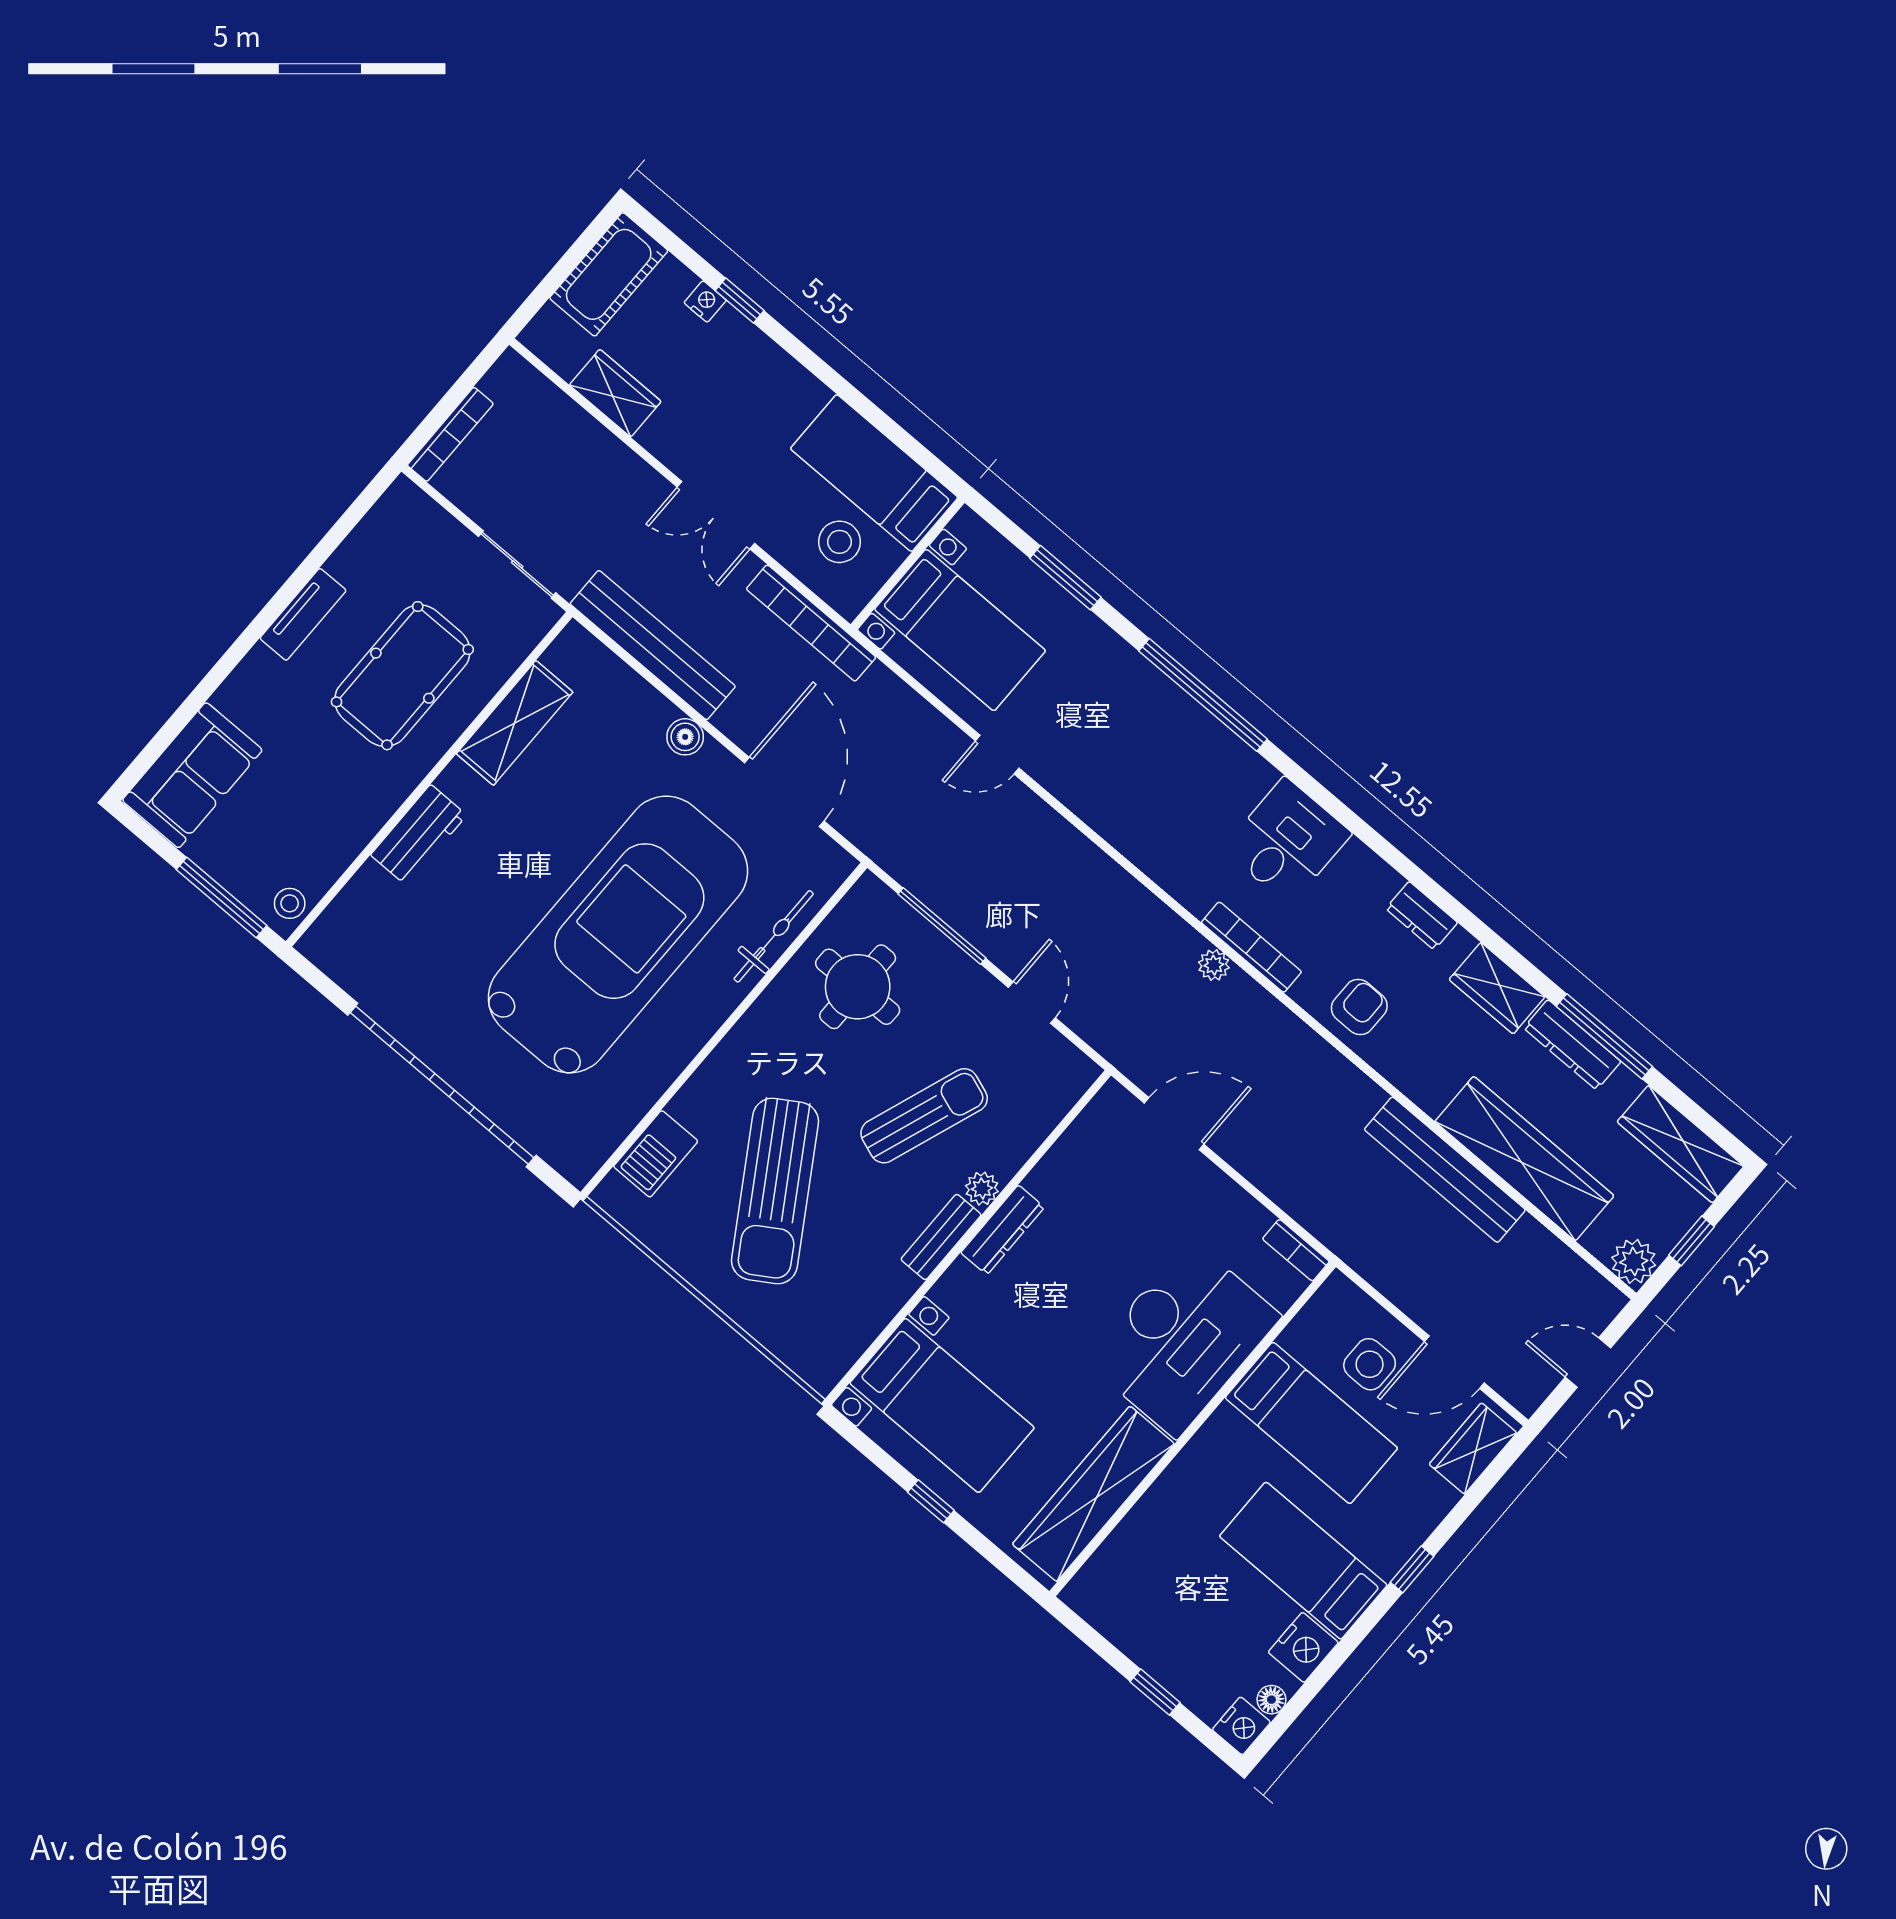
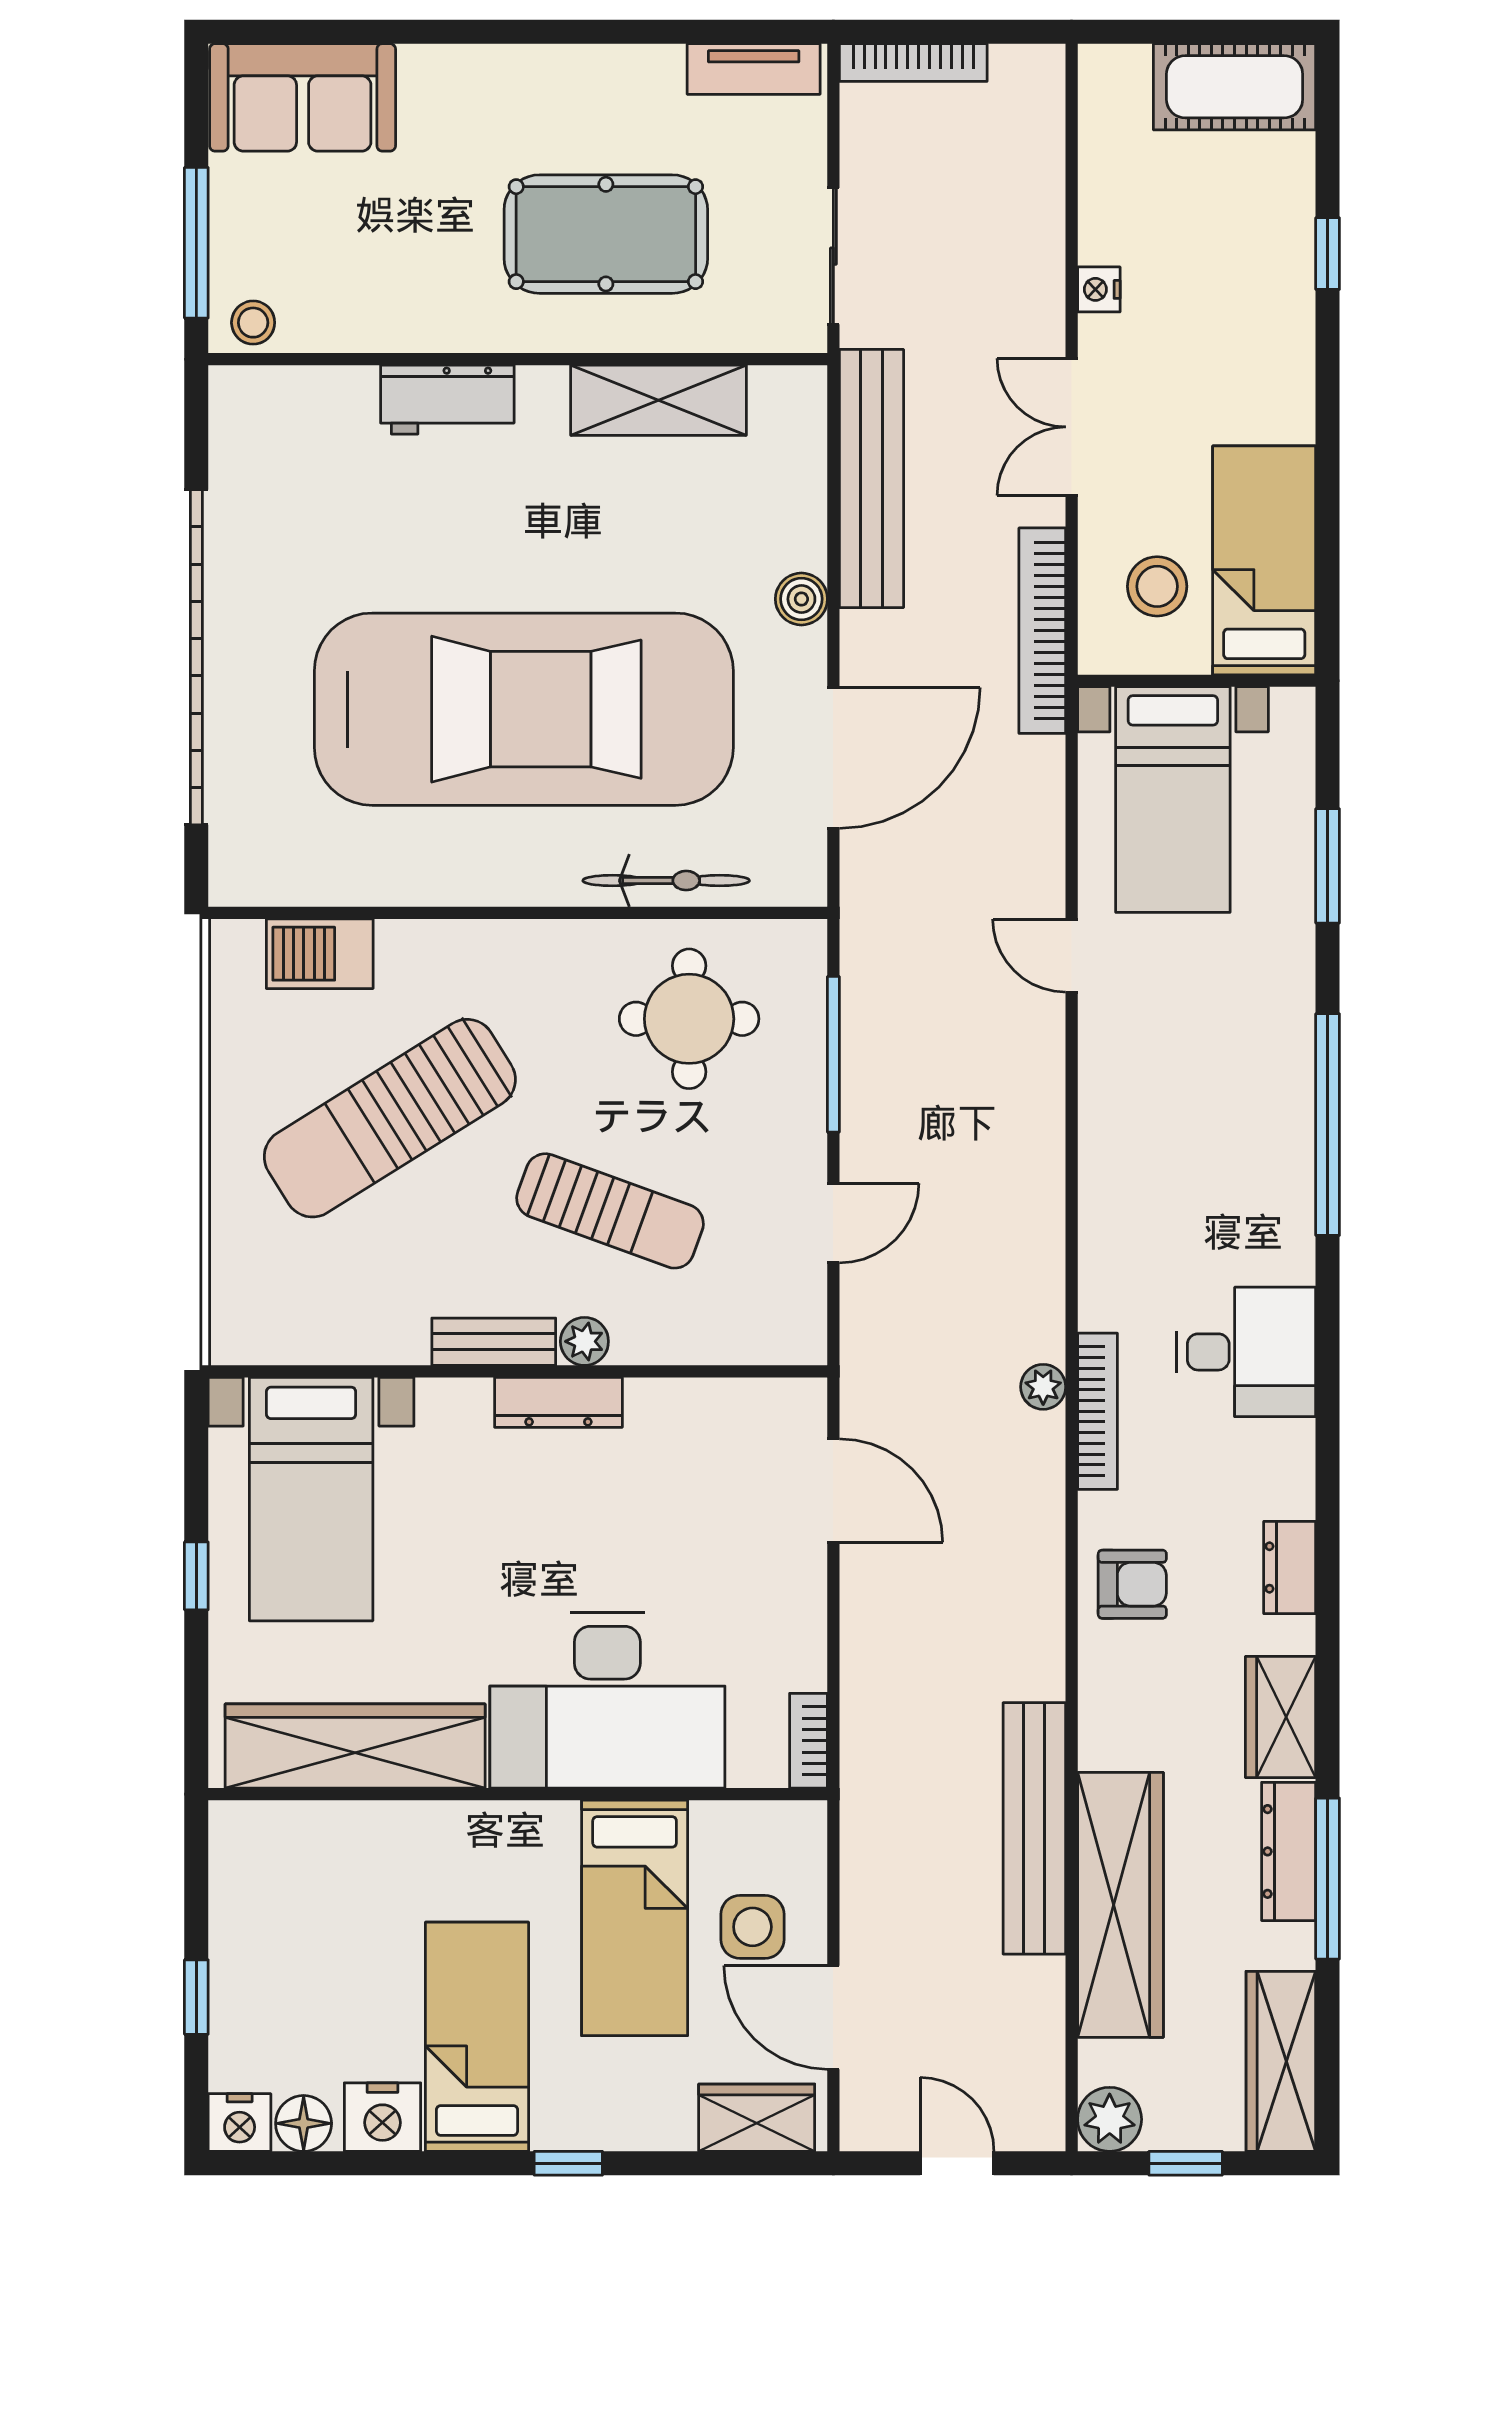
nightstand: (705, 302) -> (1099, 289), moved, turned 180
wardrobe: (615, 393) -> (1111, 204), removed
tv unit: (303, 614) -> (754, 69), moved
floor lamp: (1271, 1700) -> (304, 2123), width x1.37, depth x1.37

